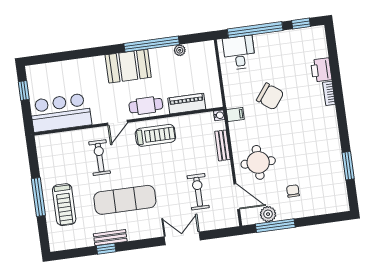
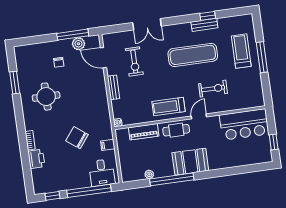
filing cabinet: (235, 115) -> (108, 145), moved
bench: (222, 145) -> (113, 87), moved
exercise bike: (100, 158) -> (213, 89), turned -90
round table: (258, 162) -> (46, 97), moved

